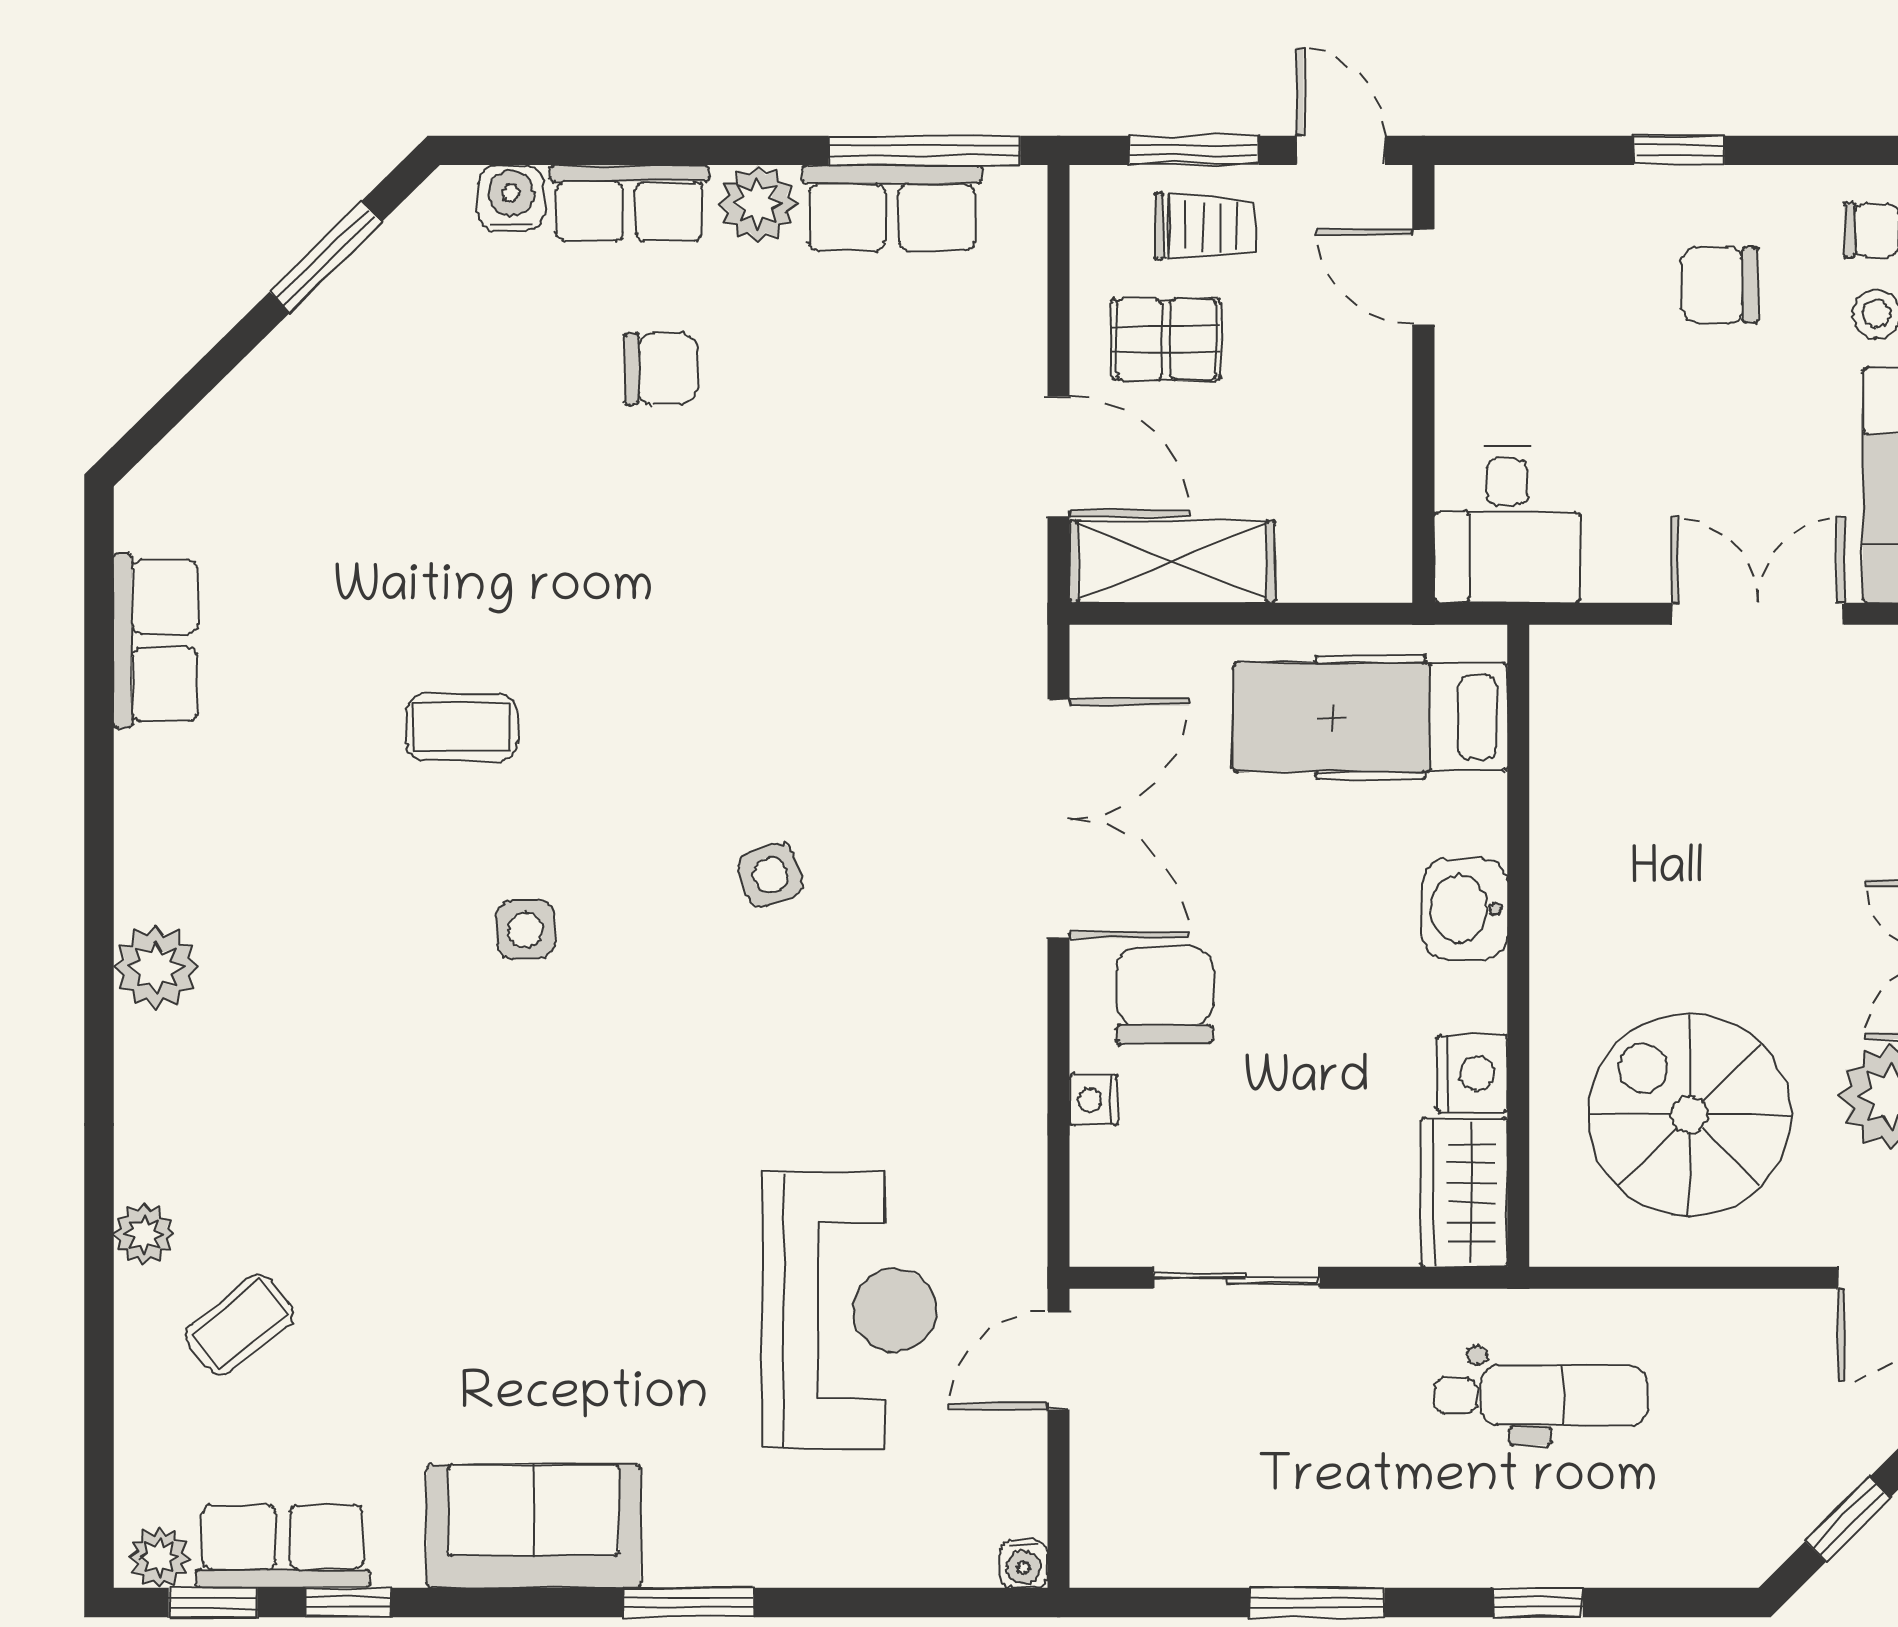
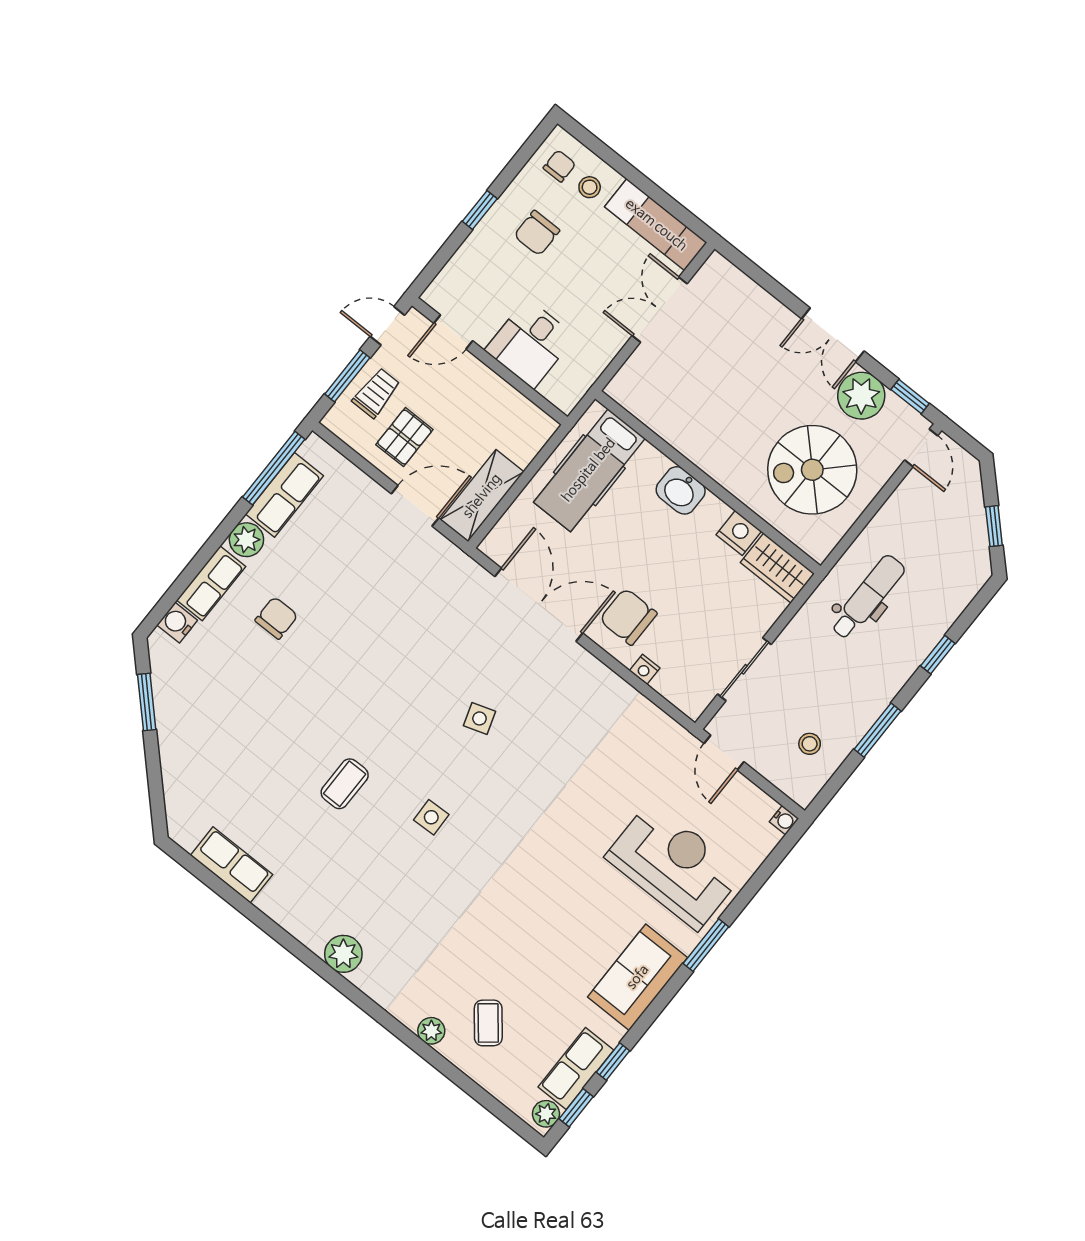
desk: (1507, 524) -> (530, 343), moved, turned 90
reception desk: (849, 1310) -> (674, 865), moved
stool: (1196, 1501) -> (810, 744), added

